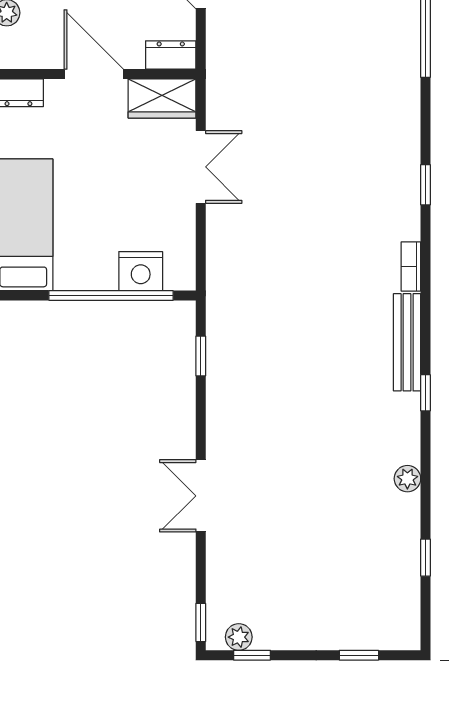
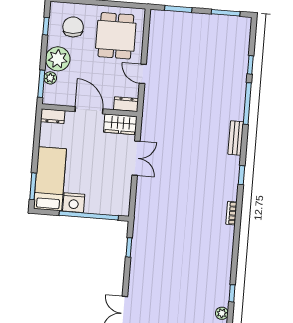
nightstand: (141, 271) -> (74, 203), moved
bench: (407, 342) -> (236, 138), moved, width x0.73
window: (425, 393) -> (232, 293), moved

